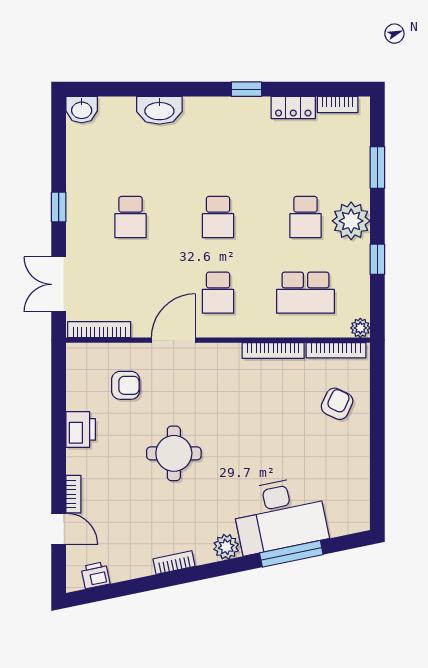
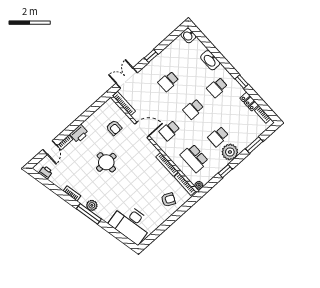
school desk: (218, 141) -> (217, 87), added
printer: (81, 429) -> (79, 134), moved
desk: (280, 515) -> (131, 223), moved
window: (291, 554) -> (89, 214), moved

